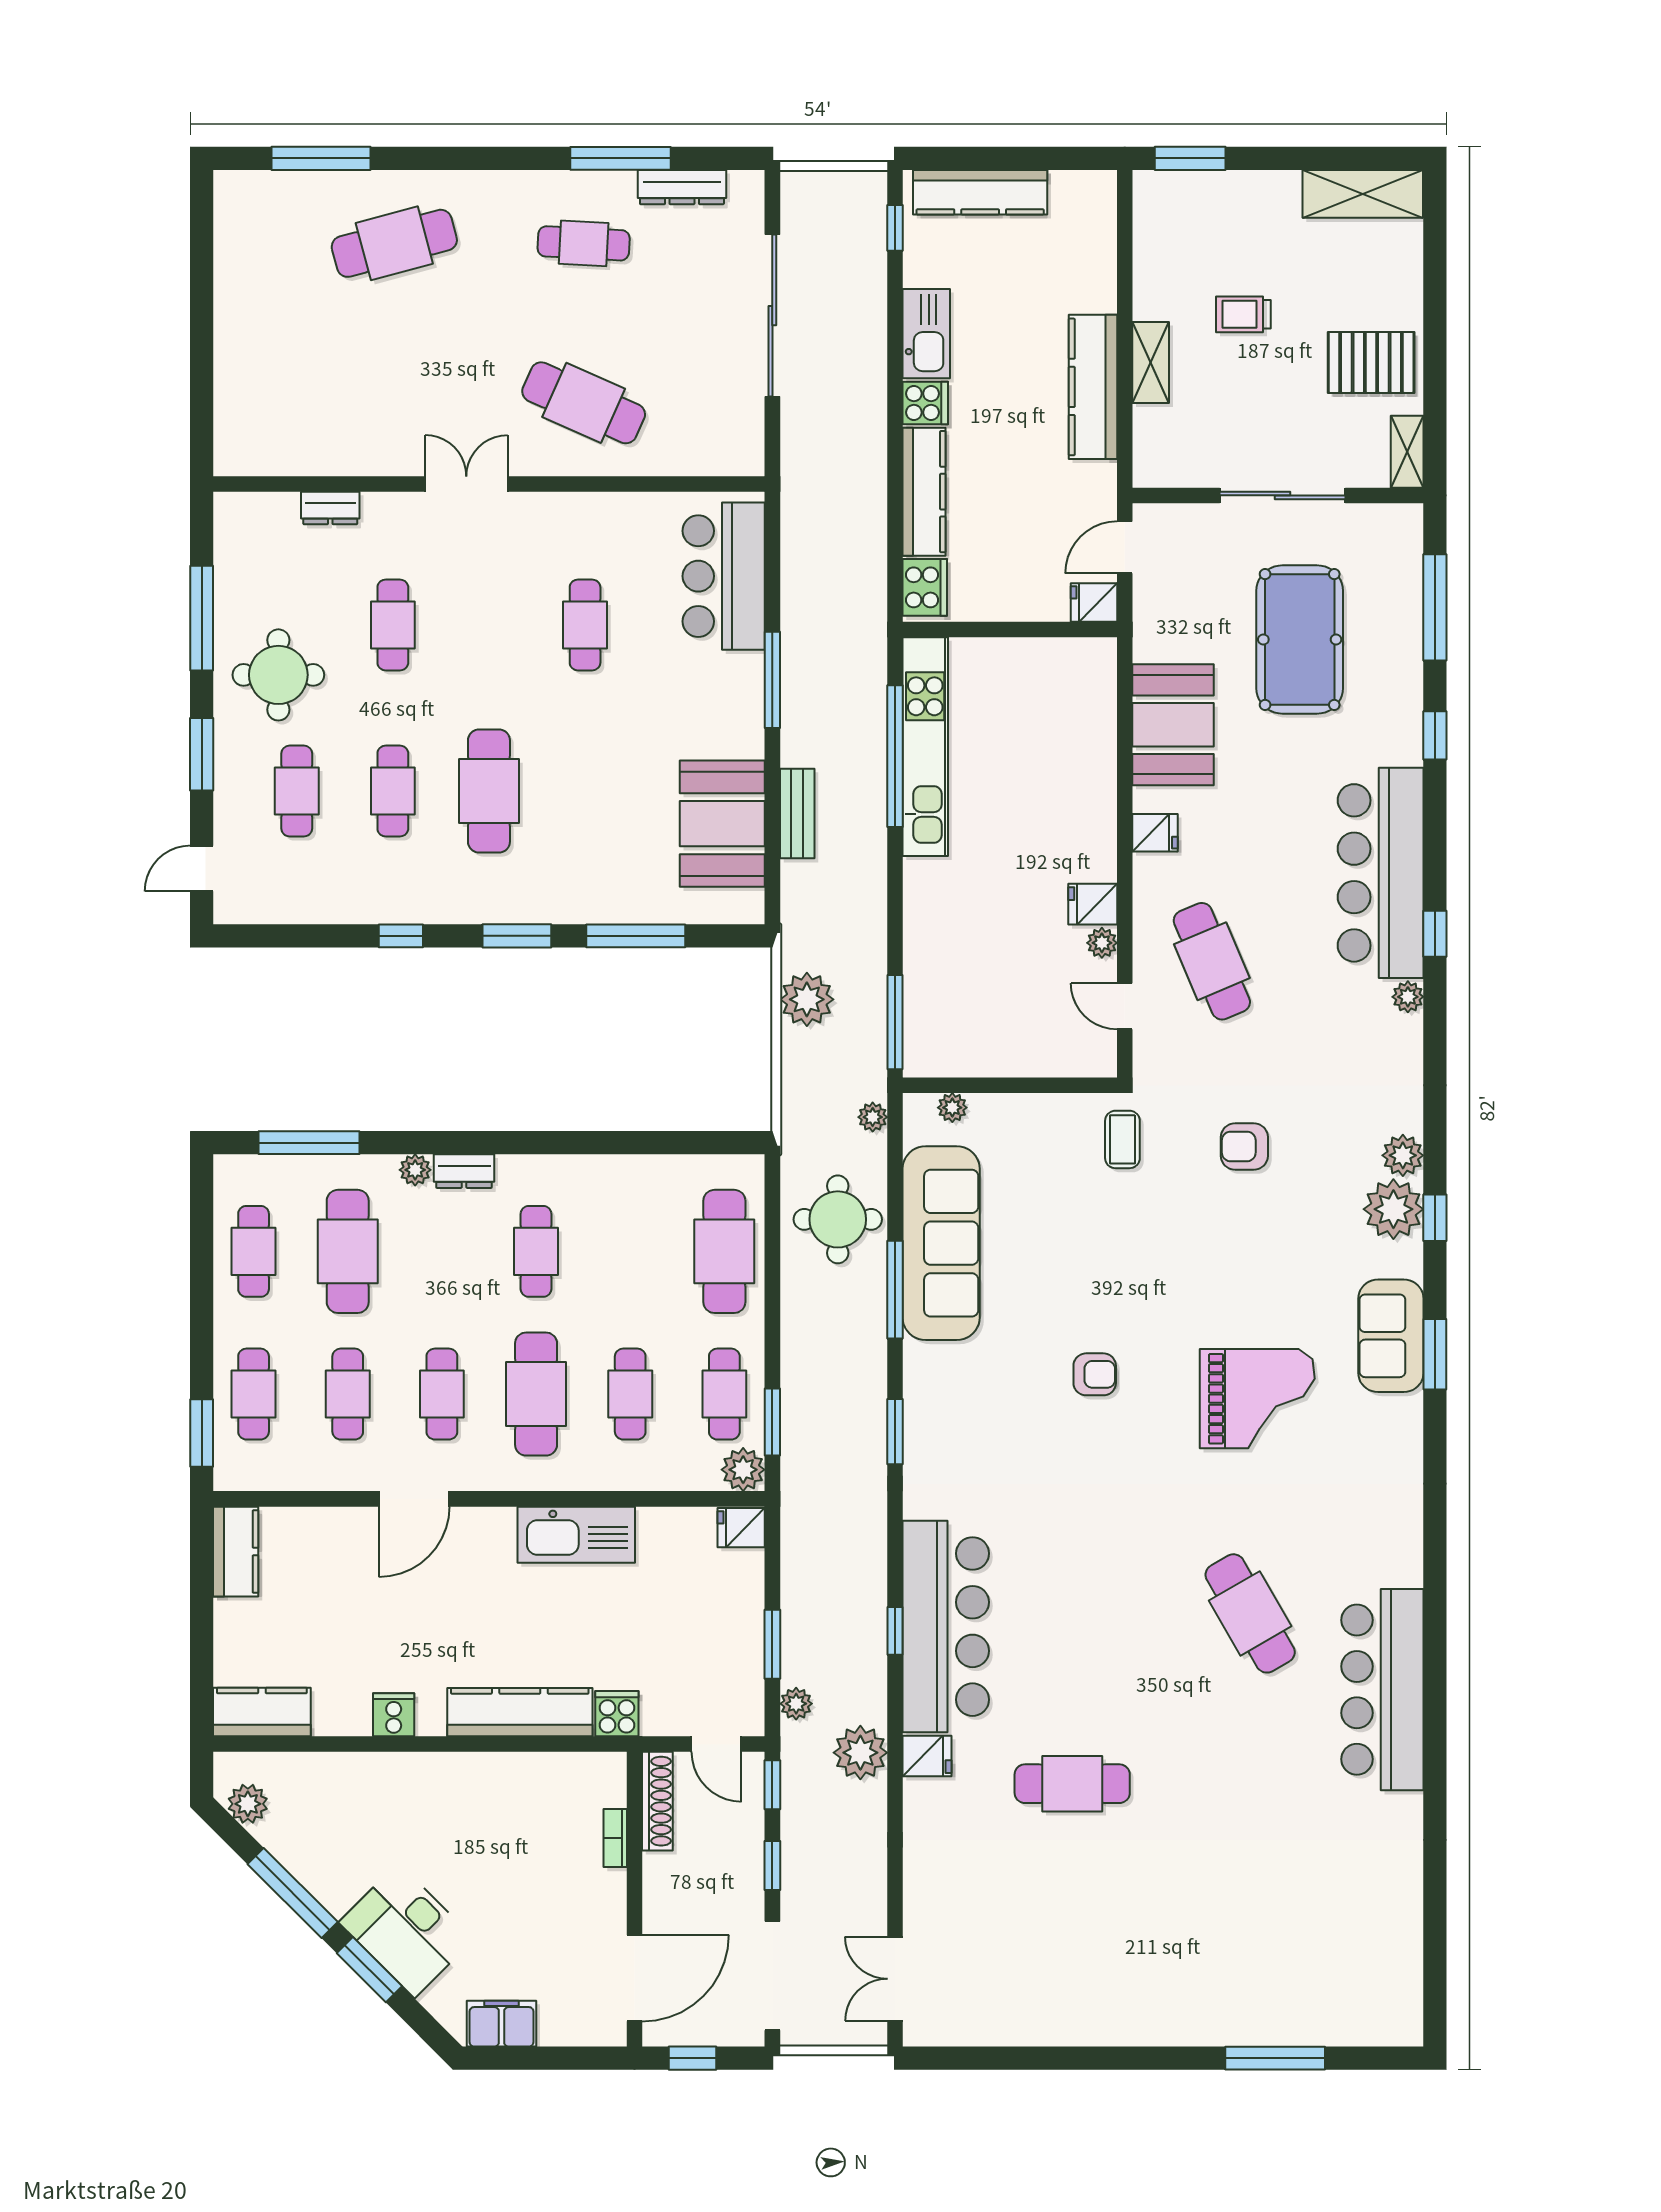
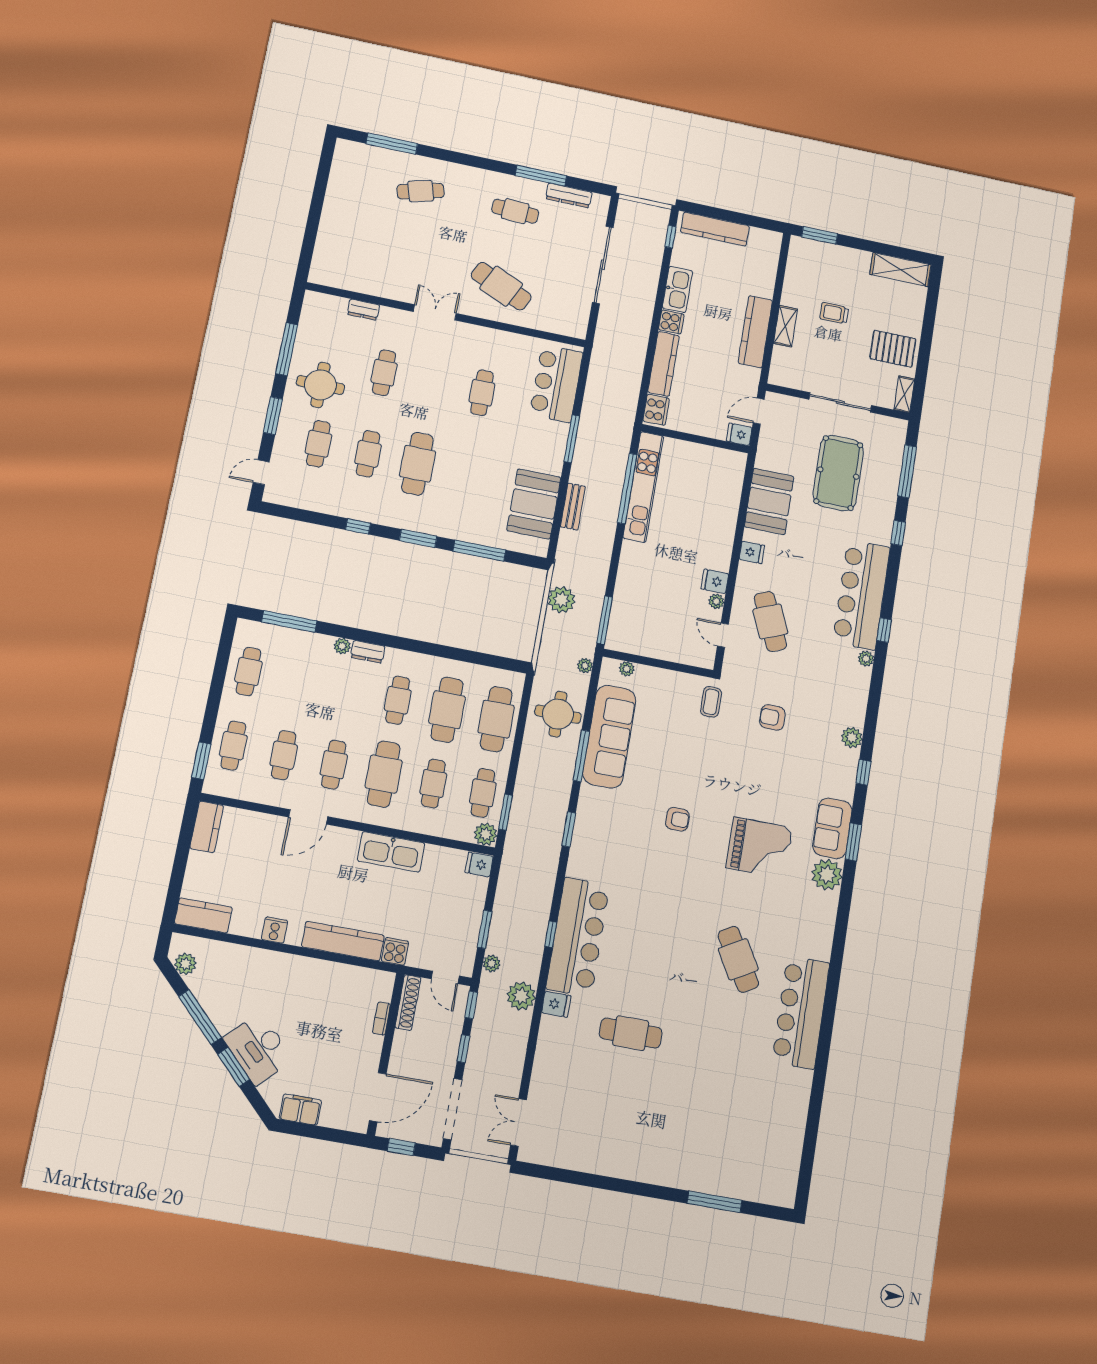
cafe table: (394, 243) -> (421, 191), width x0.73, depth x0.74
plant: (1393, 1209) -> (827, 875), moved
cafe table: (348, 1251) -> (447, 710), moved

